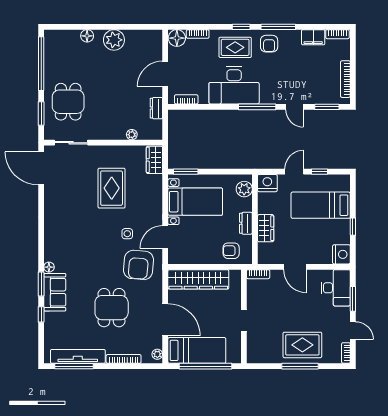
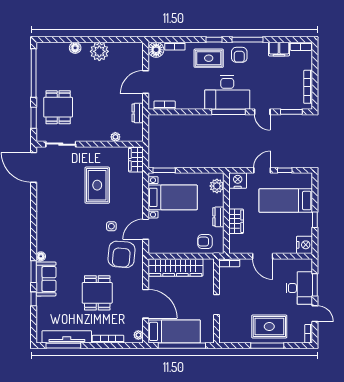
desk: (234, 85) -> (227, 92), moved
desk: (336, 288) -> (299, 288), moved

